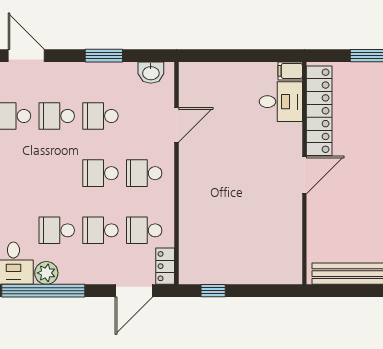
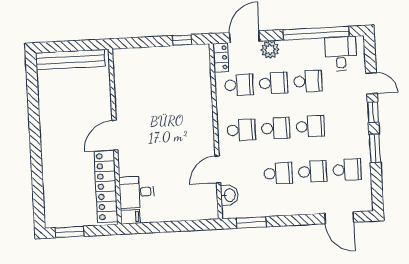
window: (104, 56) -> (251, 222), moved
washbasin: (151, 73) -> (229, 195), moved, turned 90
school desk: (57, 173) -> (310, 126), added
plant: (46, 273) -> (270, 50), moved

